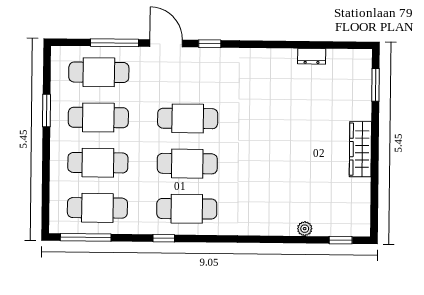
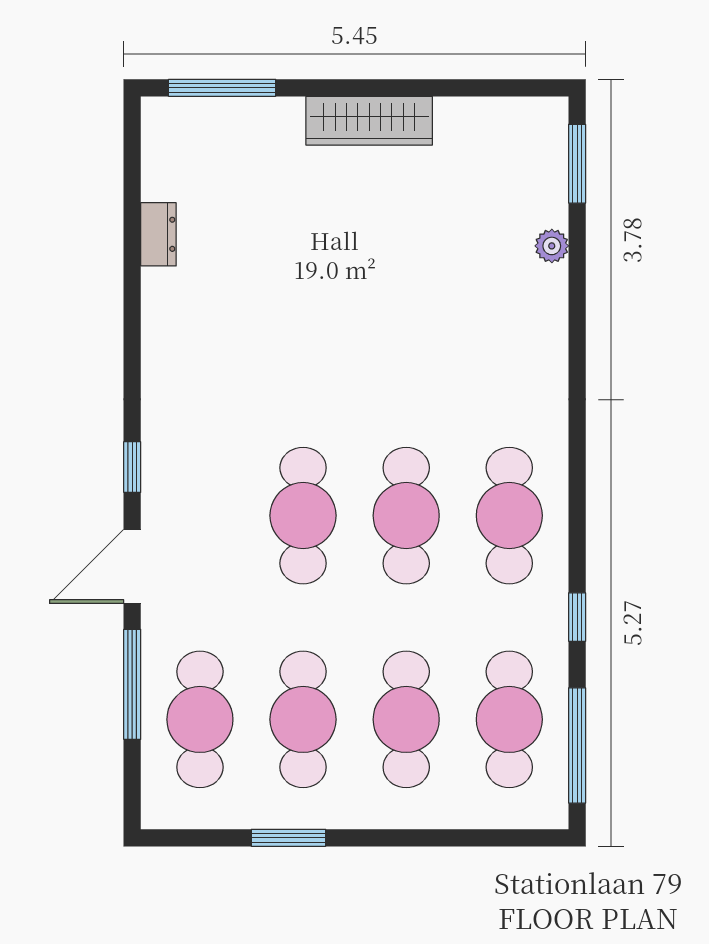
window: (375, 85) -> (222, 88), width x1.44
window: (164, 238) -> (577, 617), moved
window: (341, 240) -> (577, 164), width x1.50

